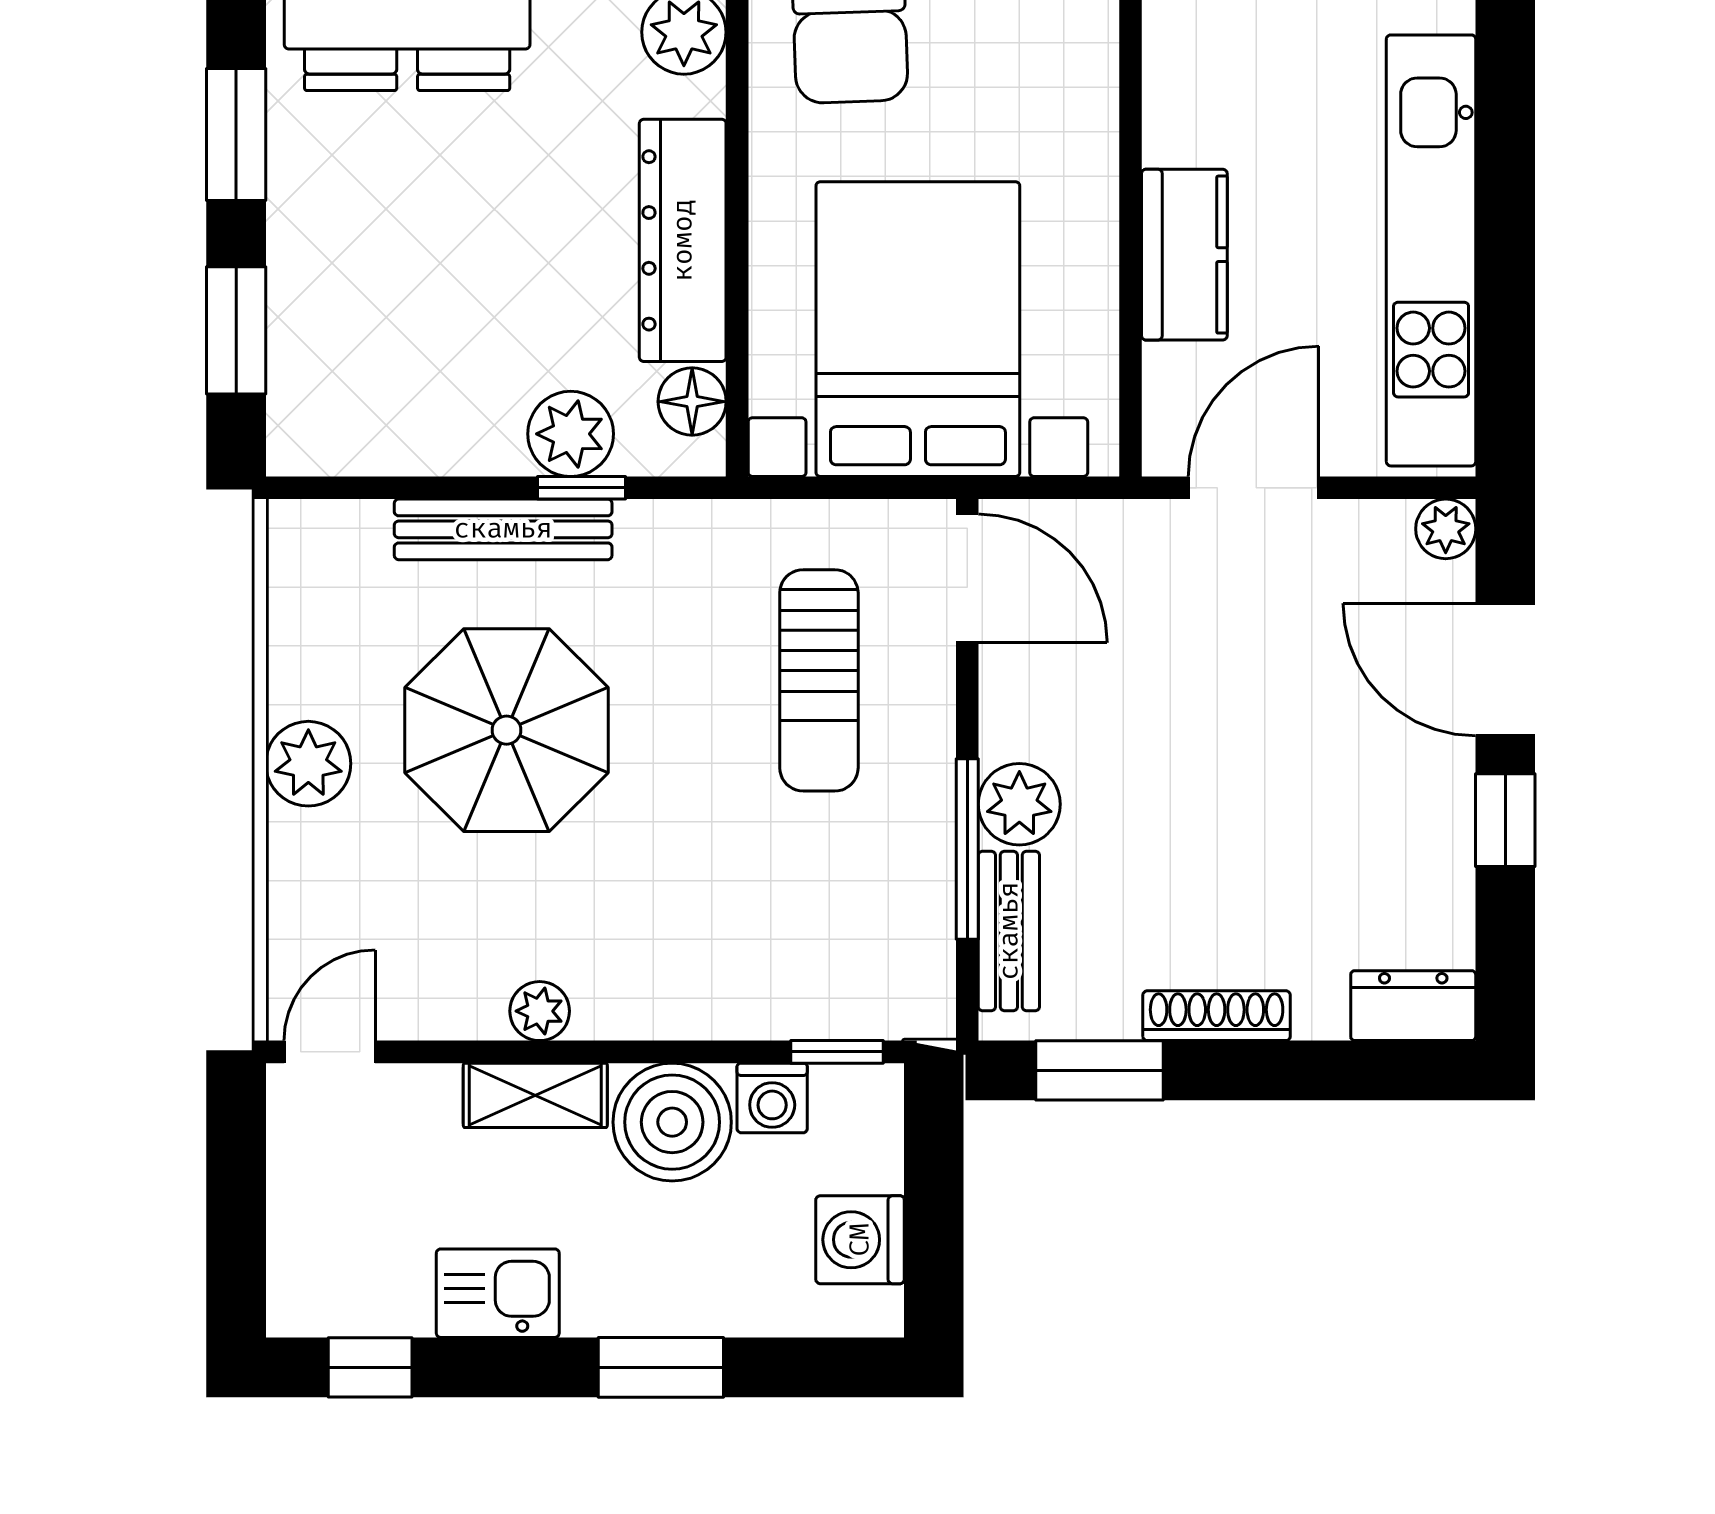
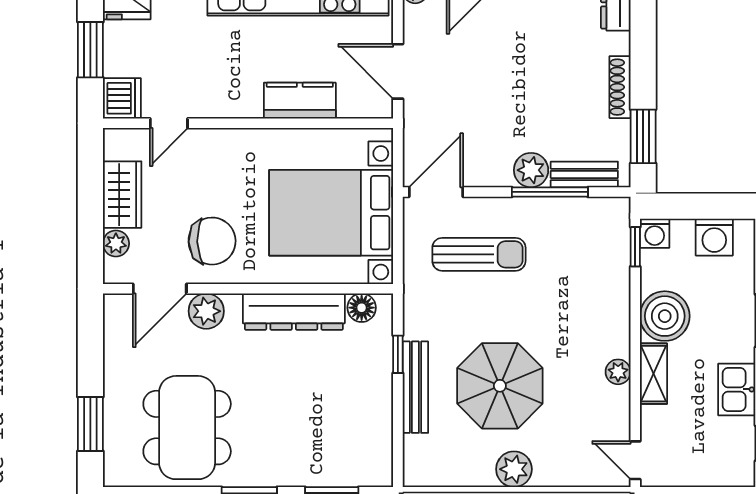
plant: (571, 434) -> (375, 359), removed
washing machine: (772, 1098) -> (655, 233), moved, turned 90

